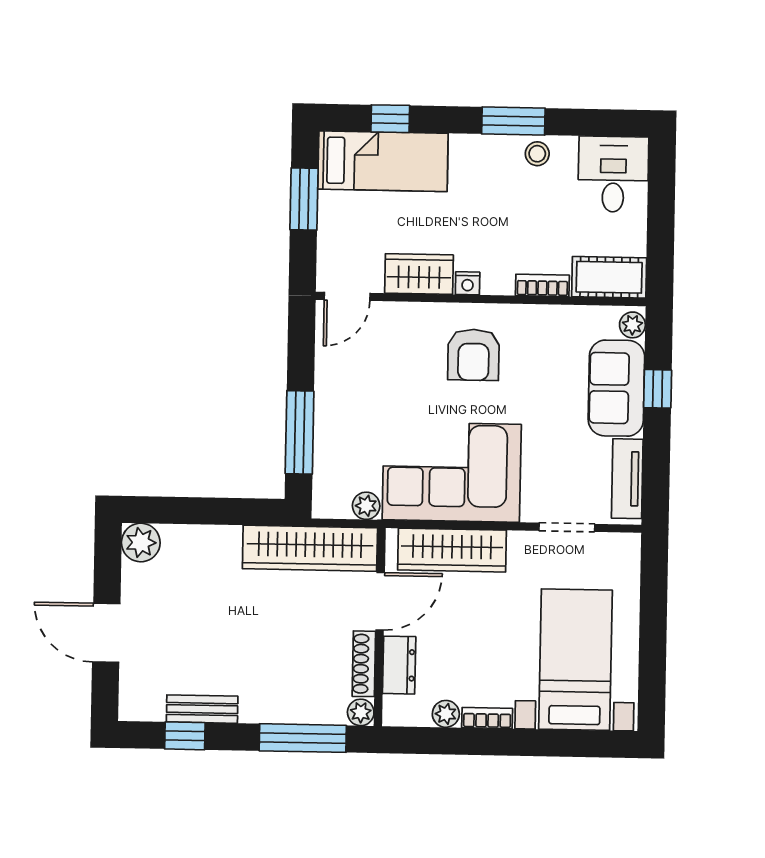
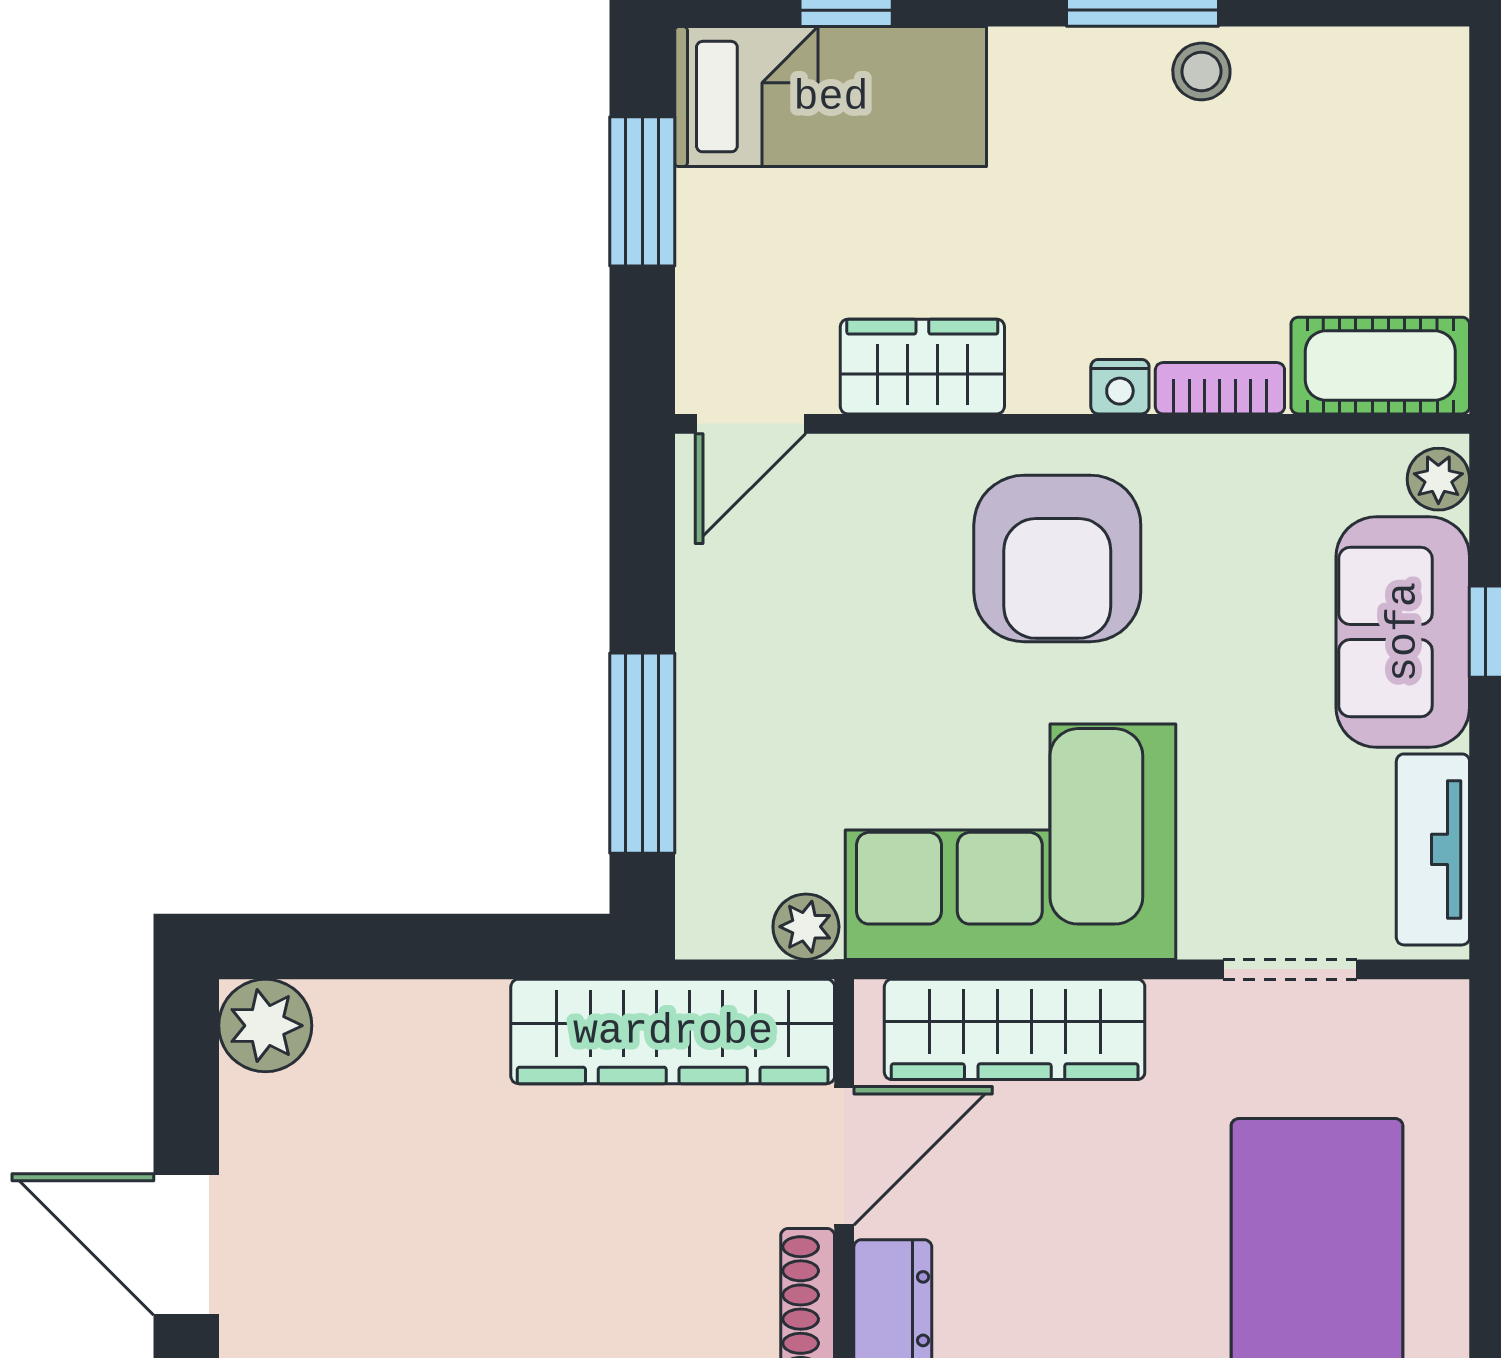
desk: (613, 174) -> (1385, 117), removed
nightstand: (468, 283) -> (1120, 387), moved
armchair: (473, 355) -> (1057, 558), width x1.36, depth x1.36

